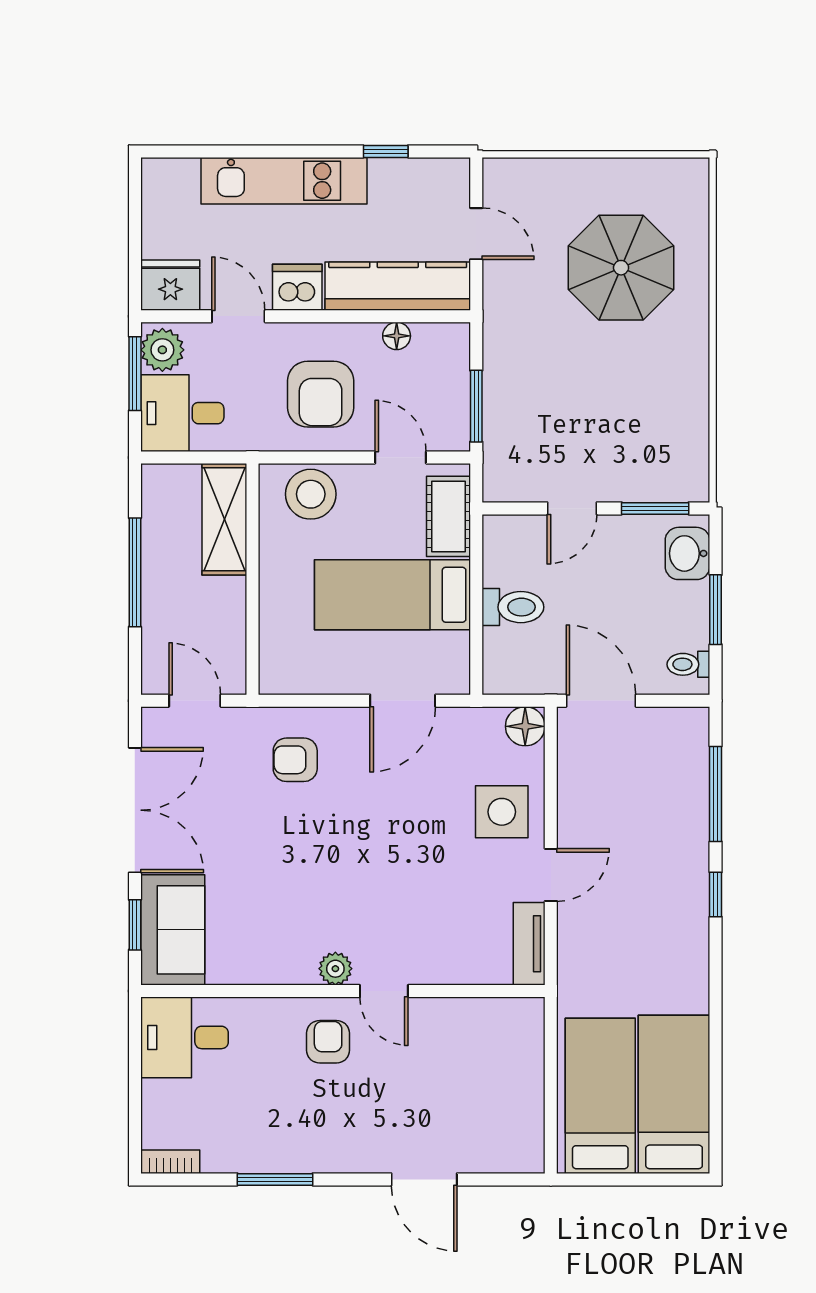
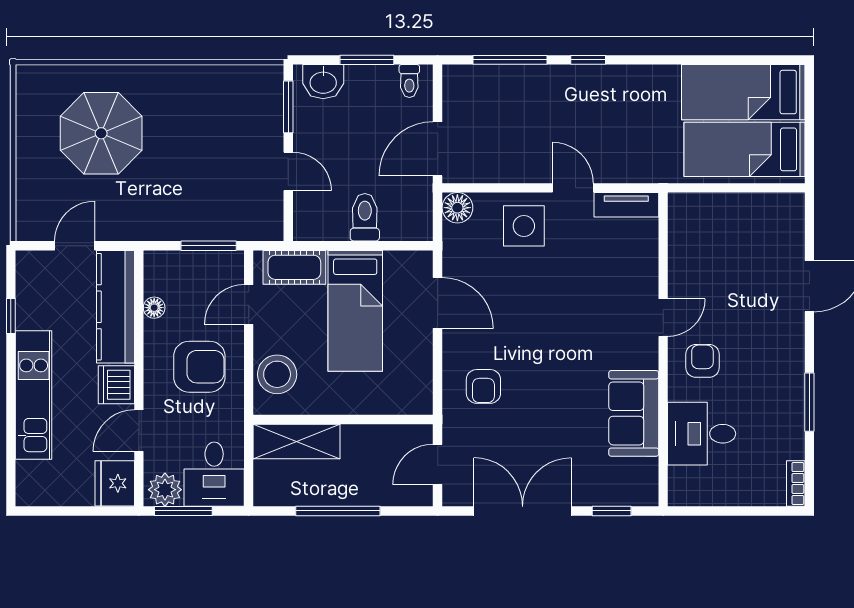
sofa: (173, 930) -> (634, 413), moved, turned -90
plant: (335, 969) -> (646, 355), removed
desk: (184, 1037) -> (702, 434), moved, turned 90
armchair: (328, 1042) -> (702, 361), turned 90

